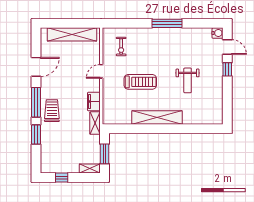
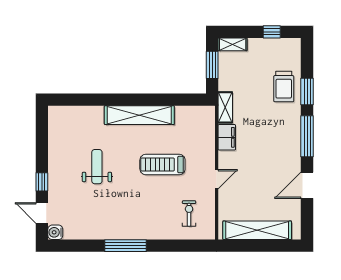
trolley: (52, 111) -> (284, 87), moved

